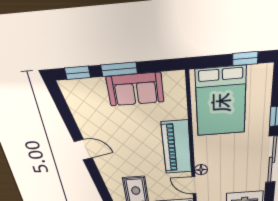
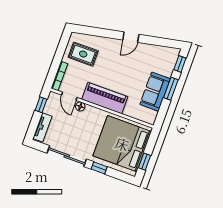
bed: (221, 102) -> (122, 144), width x1.36
door: (194, 185) -> (69, 96), swing flipped

